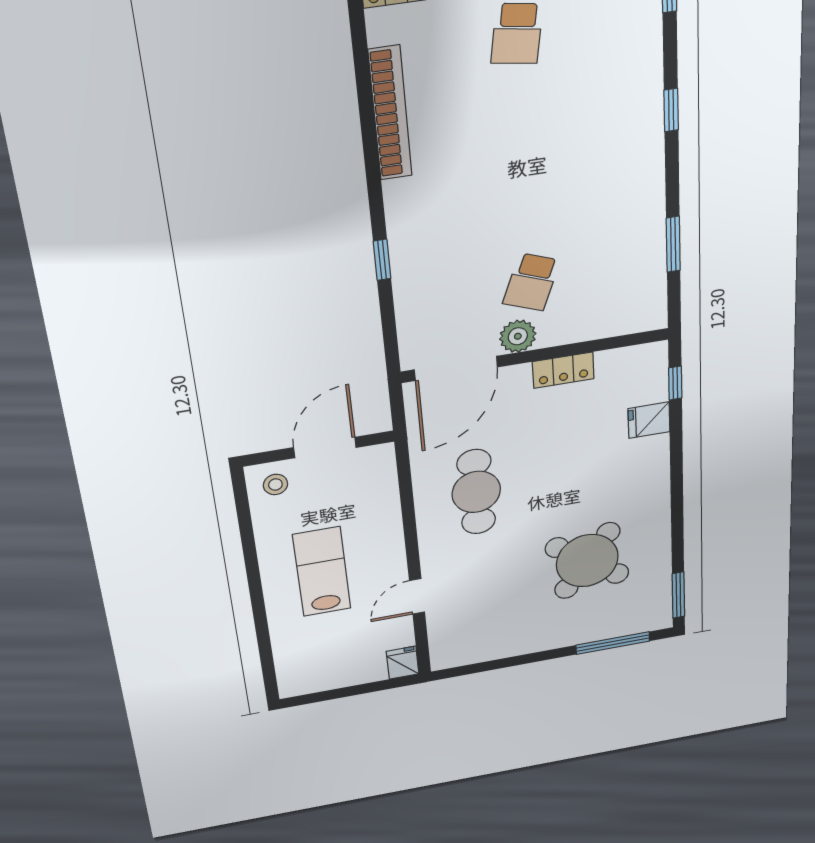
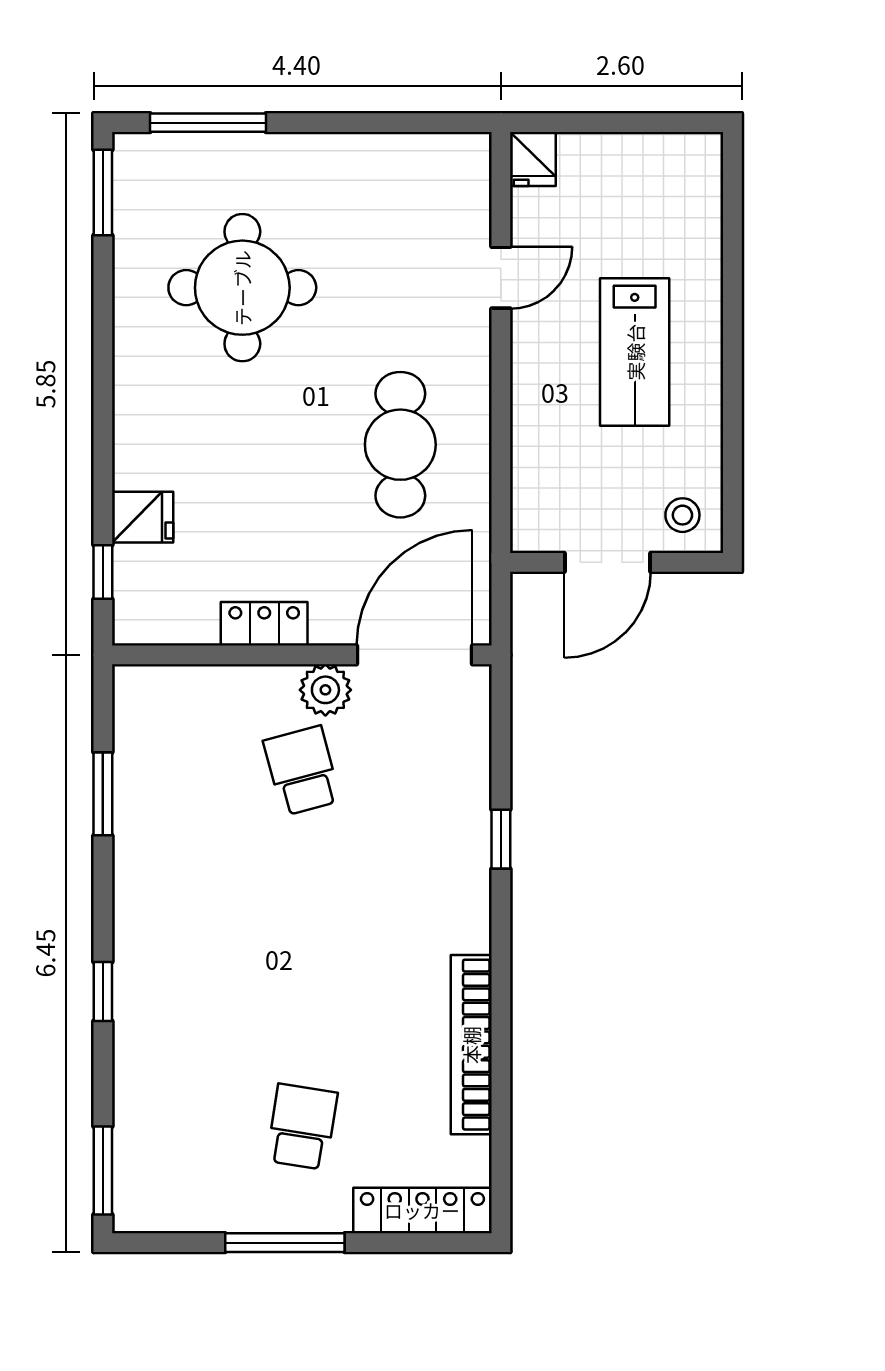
school desk: (531, 282) -> (302, 771), turned -36
round table: (587, 561) -> (242, 288), turned -37

